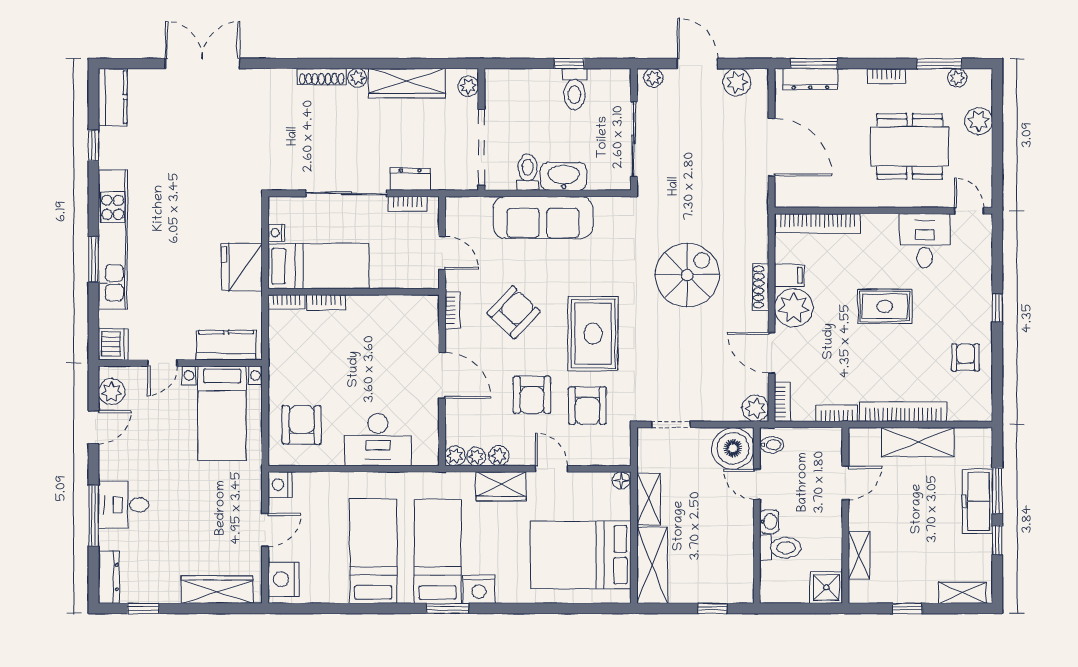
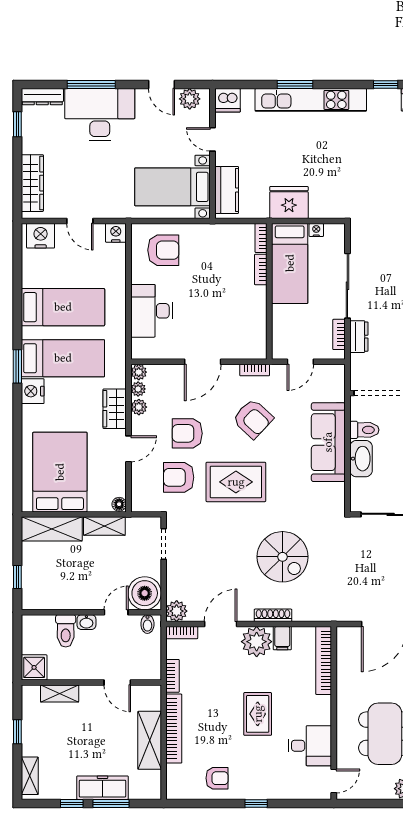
desk: (124, 505) -> (100, 115), width x1.87, depth x1.30

